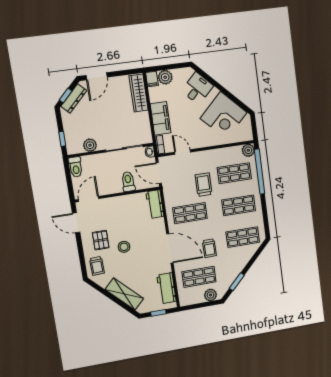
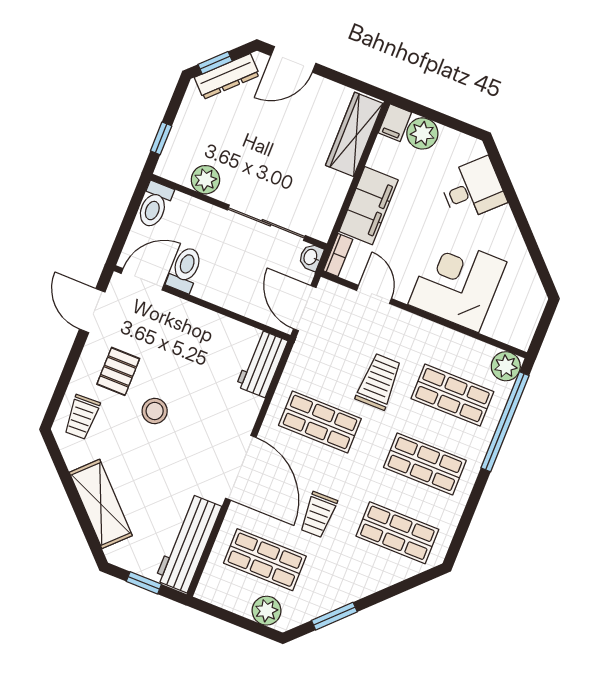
corner desk: (224, 115) -> (457, 283), moved, turned 134
toilet: (128, 182) -> (185, 270), moved
workbench: (167, 288) -> (188, 543), width x1.38

